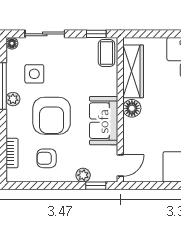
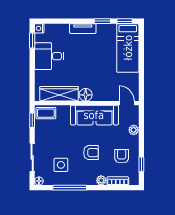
plant: (13, 99) -> (101, 180), moved
armchair: (52, 116) -> (91, 153), width x0.53, depth x0.53
sofa: (104, 121) -> (94, 115), width x1.36
armchair: (47, 158) -> (122, 156), turned 180
window: (96, 186) -> (141, 164), moved

